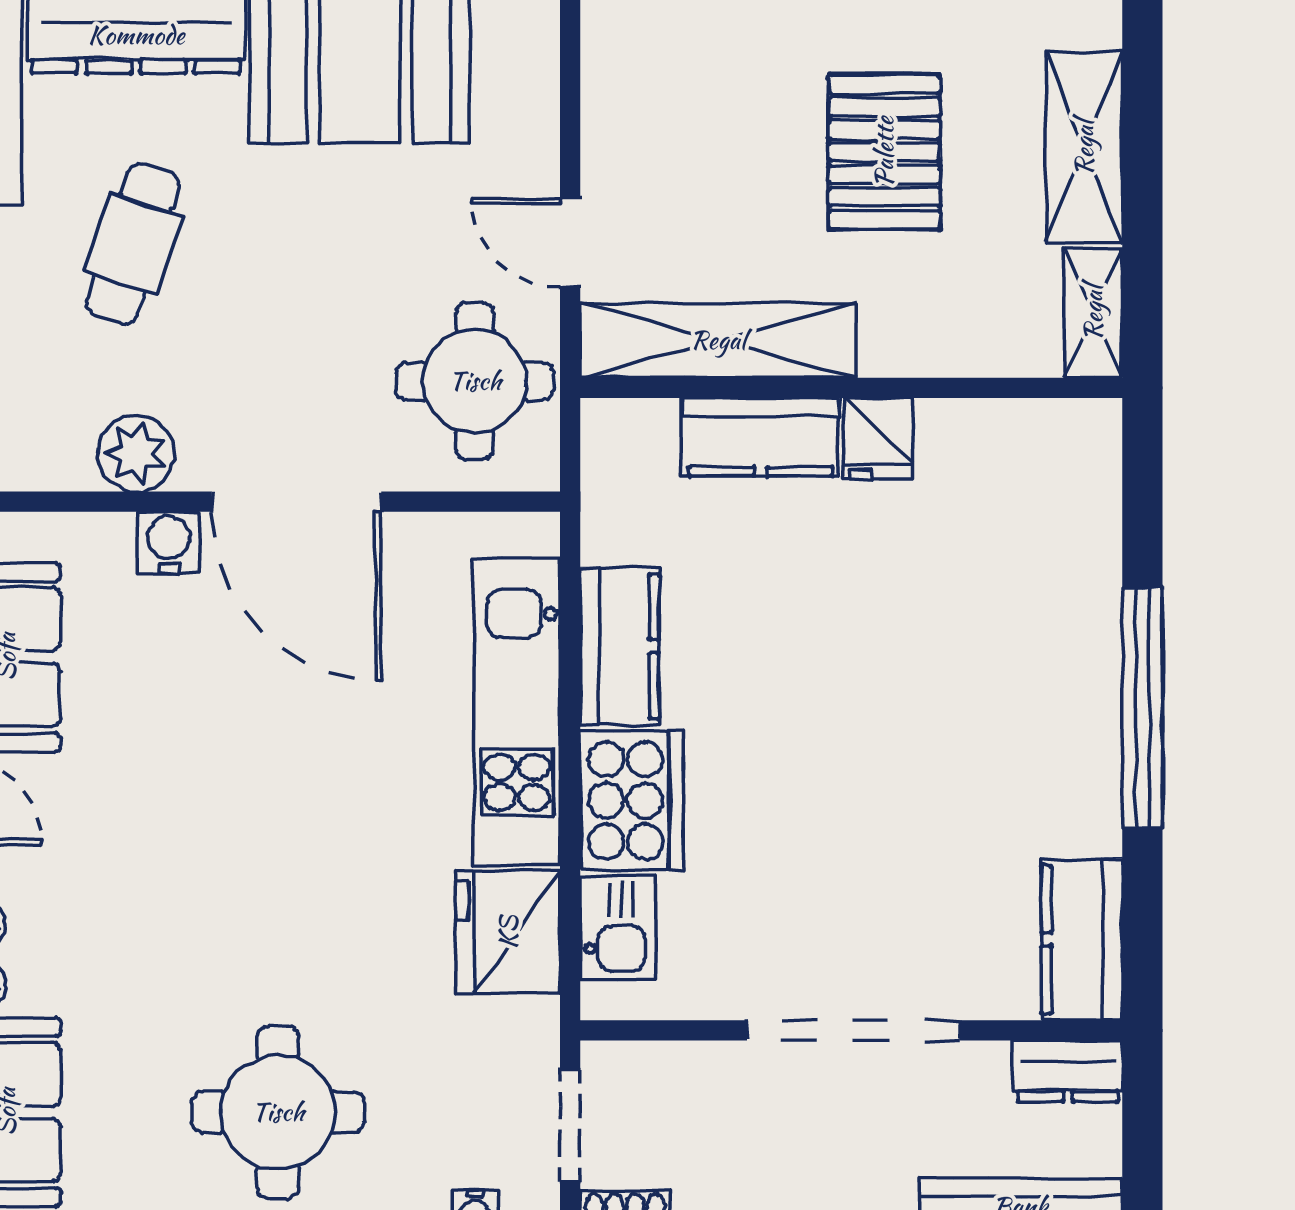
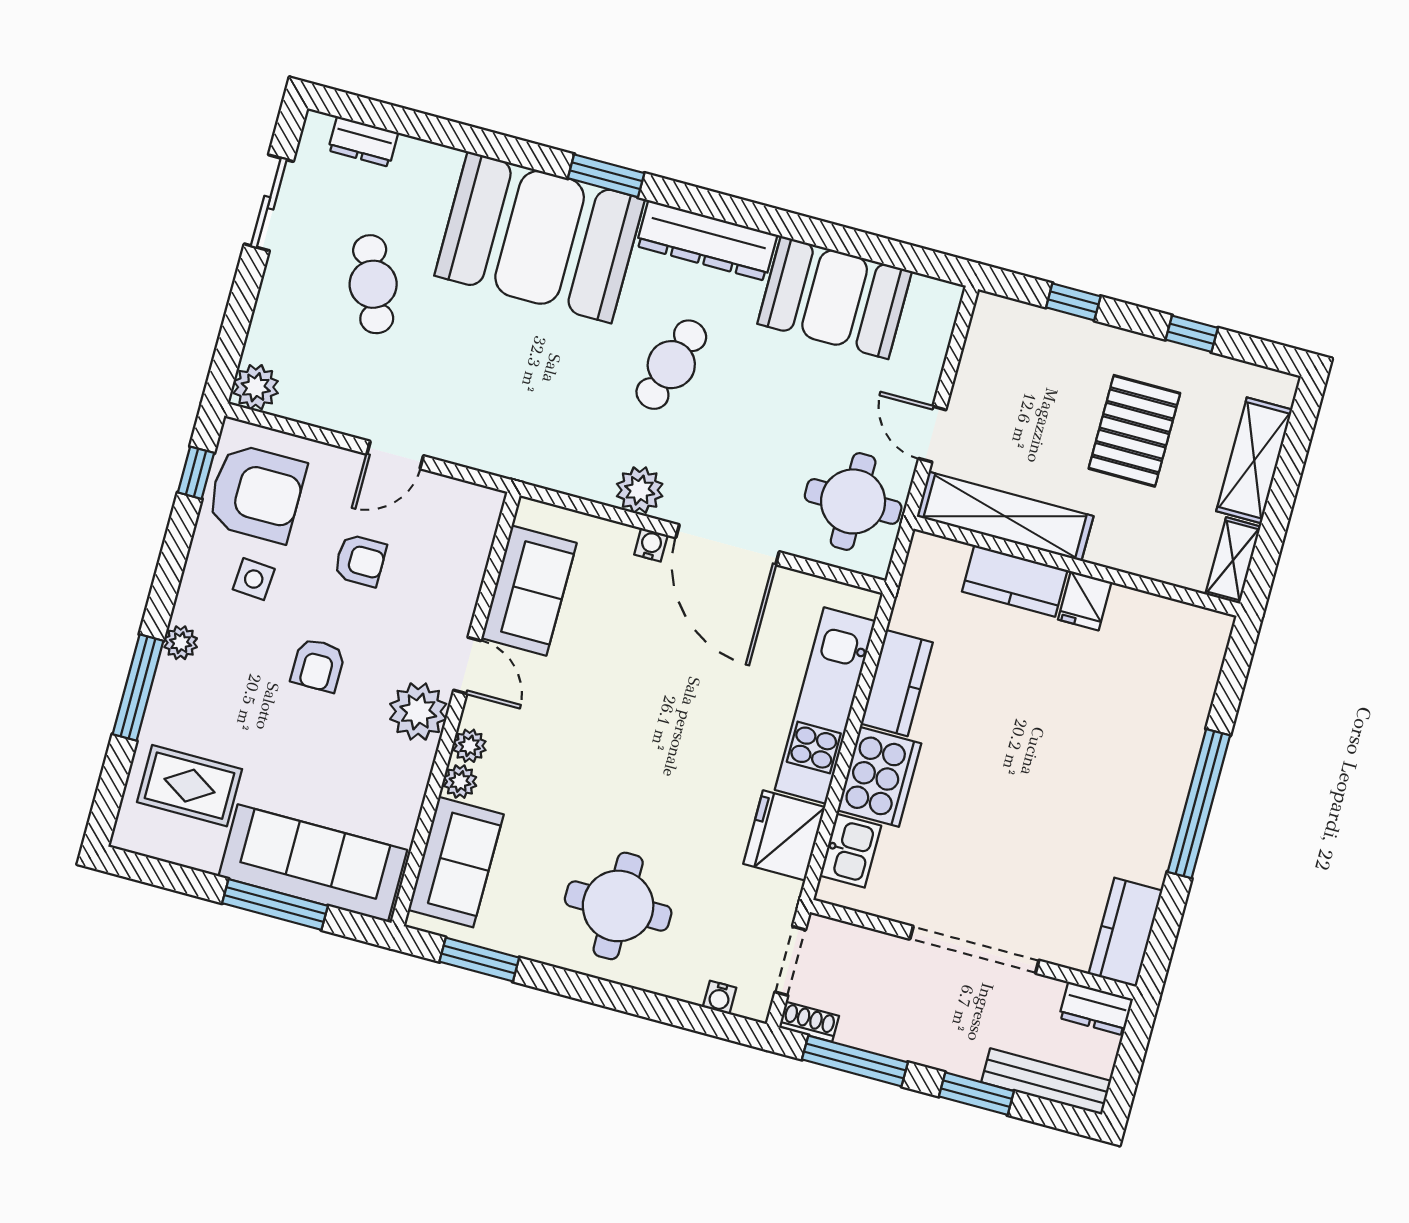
water cooler: (168, 543) -> (651, 545), width x0.72, depth x0.72

